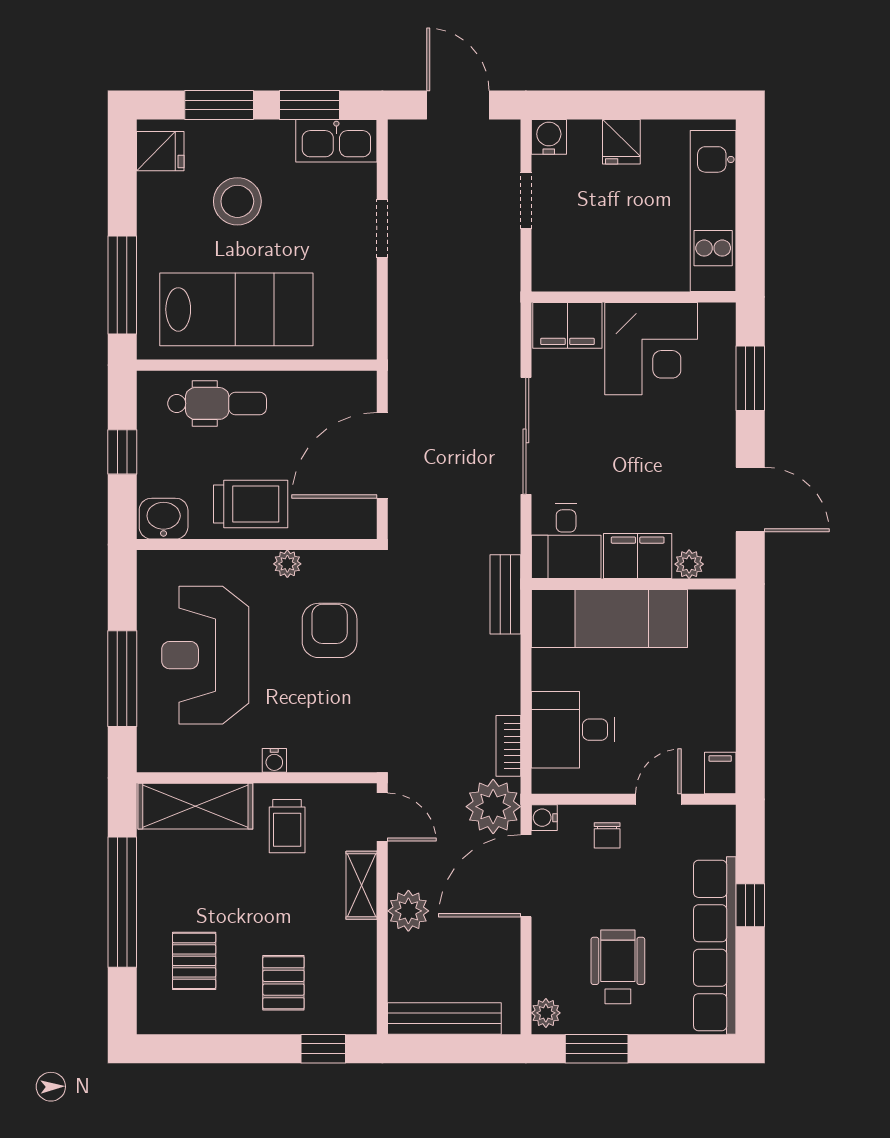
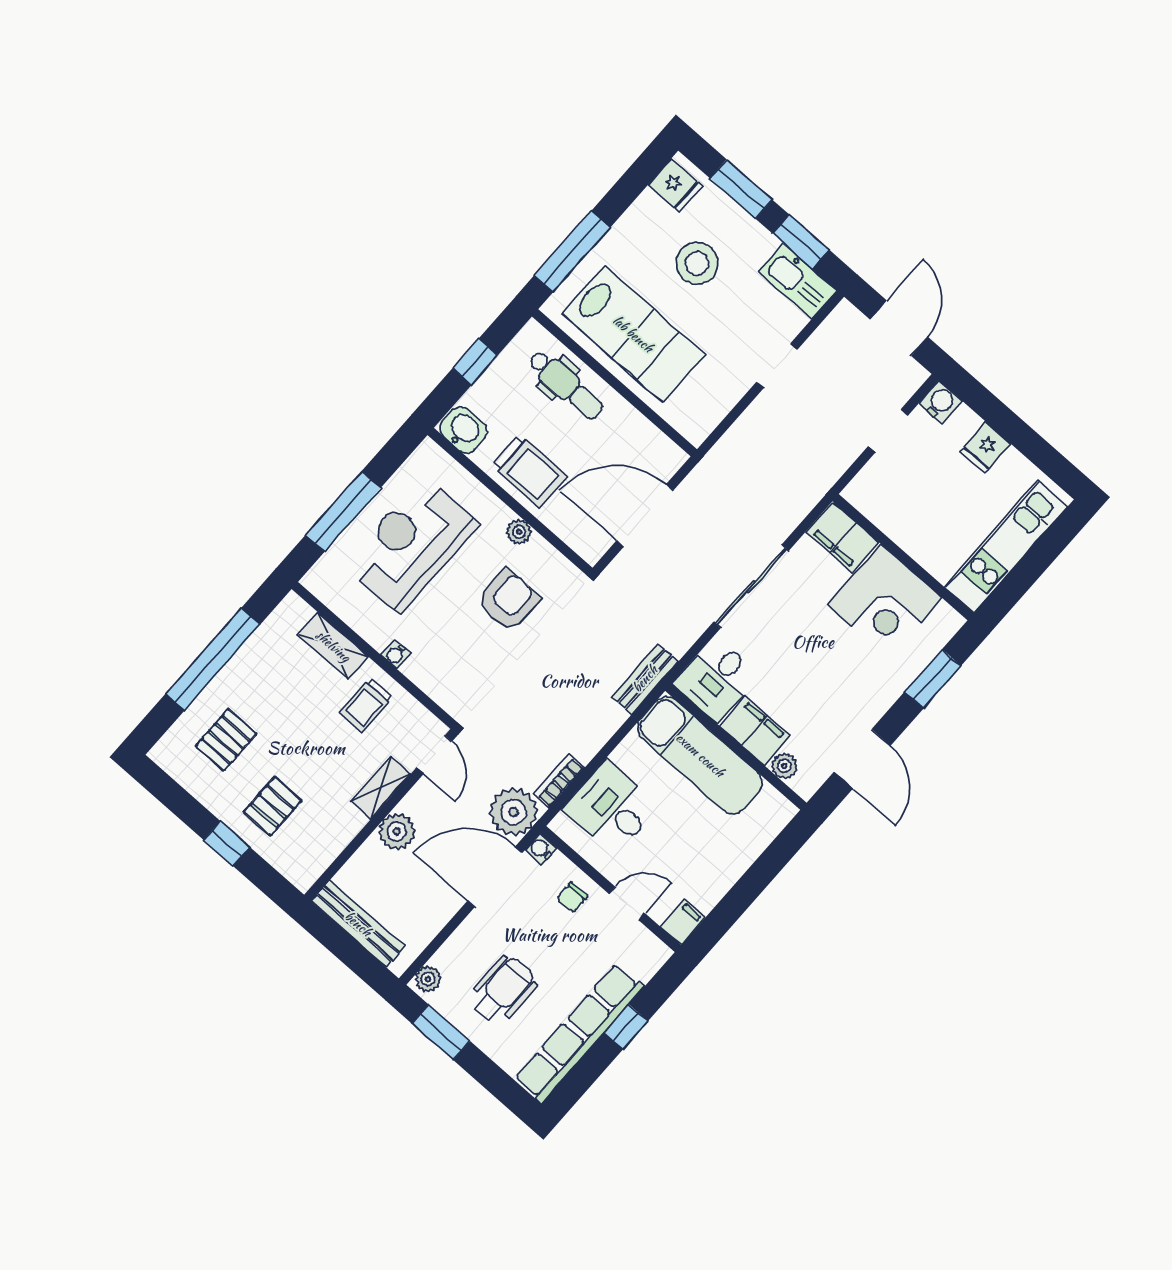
shelving: (195, 806) -> (333, 646), width x0.67, depth x0.75
window: (323, 1049) -> (227, 843), moved

